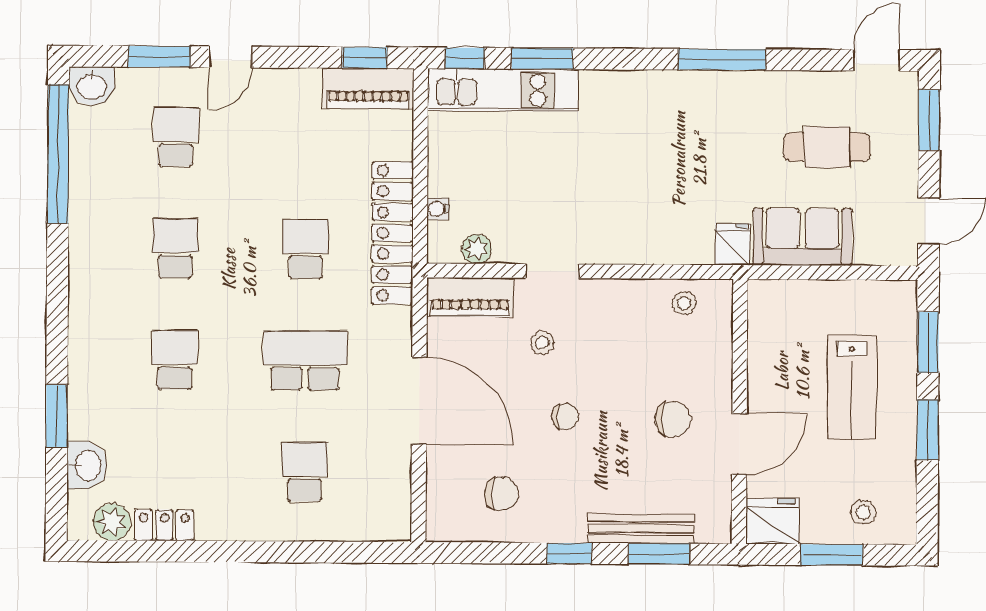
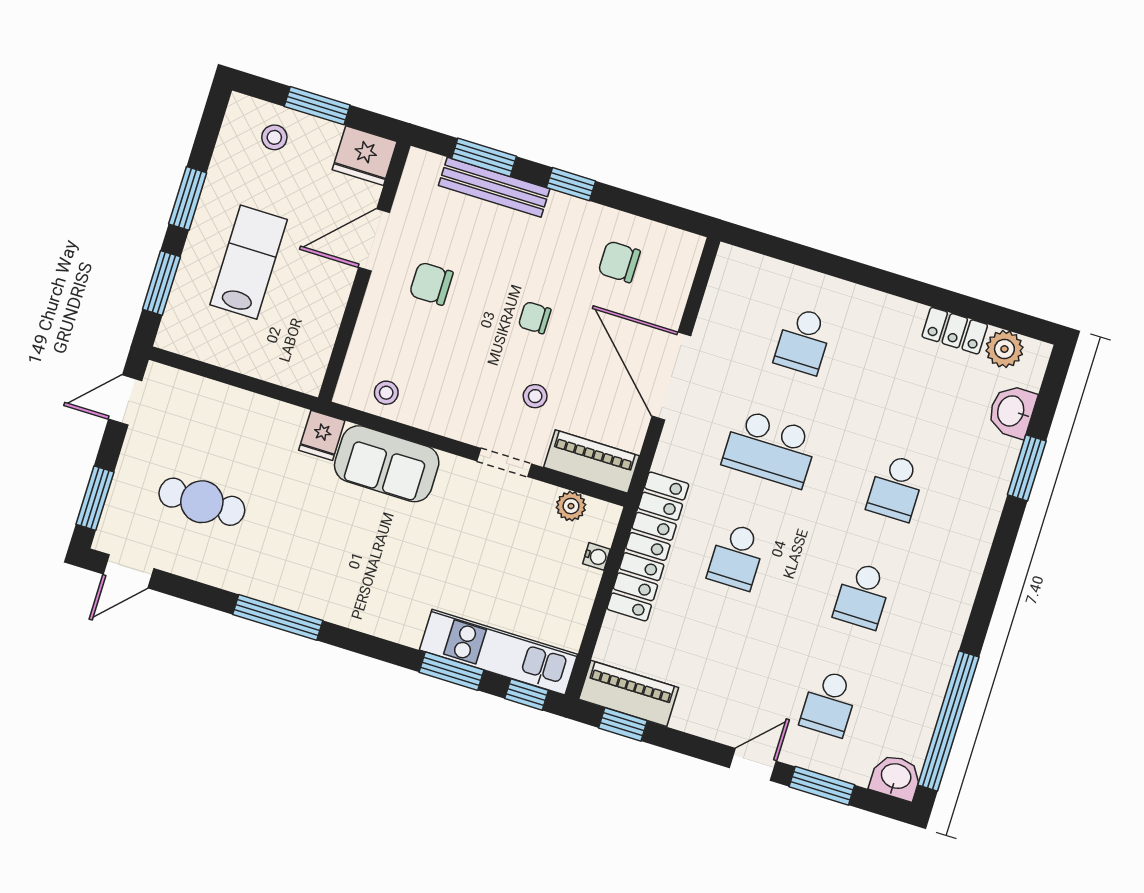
sofa: (802, 237) -> (387, 464), moved

